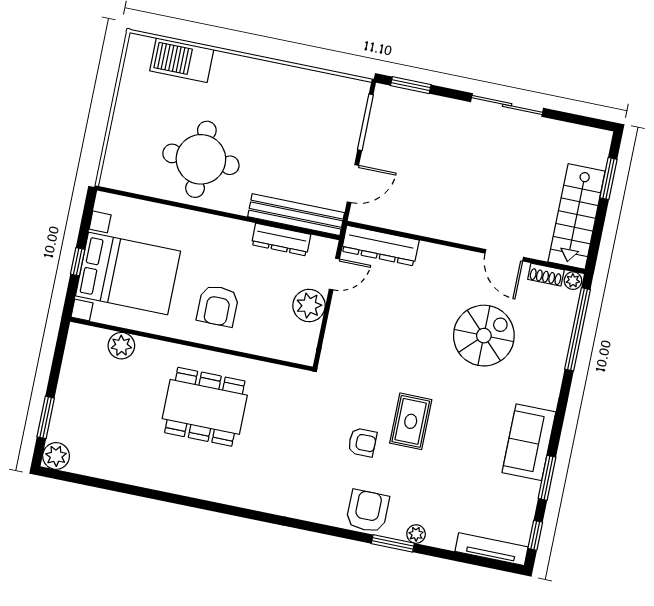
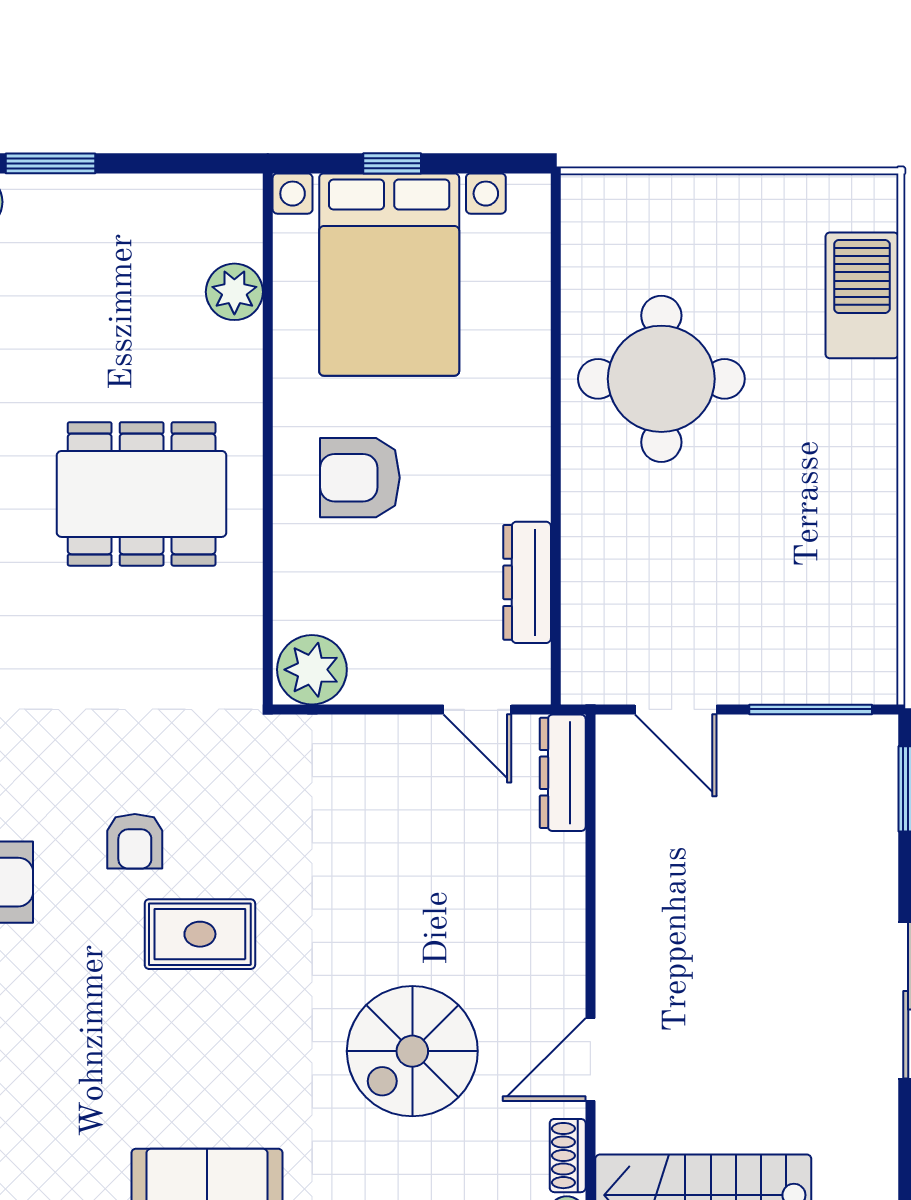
bench: (296, 215) -> (586, 603), removed
dresser: (380, 246) -> (563, 773), width x0.73, depth x0.80
plant: (309, 306) -> (312, 670), moved
spiral stairs: (484, 336) -> (412, 1051), turned 90
dining table: (205, 407) -> (142, 494), turned 90

